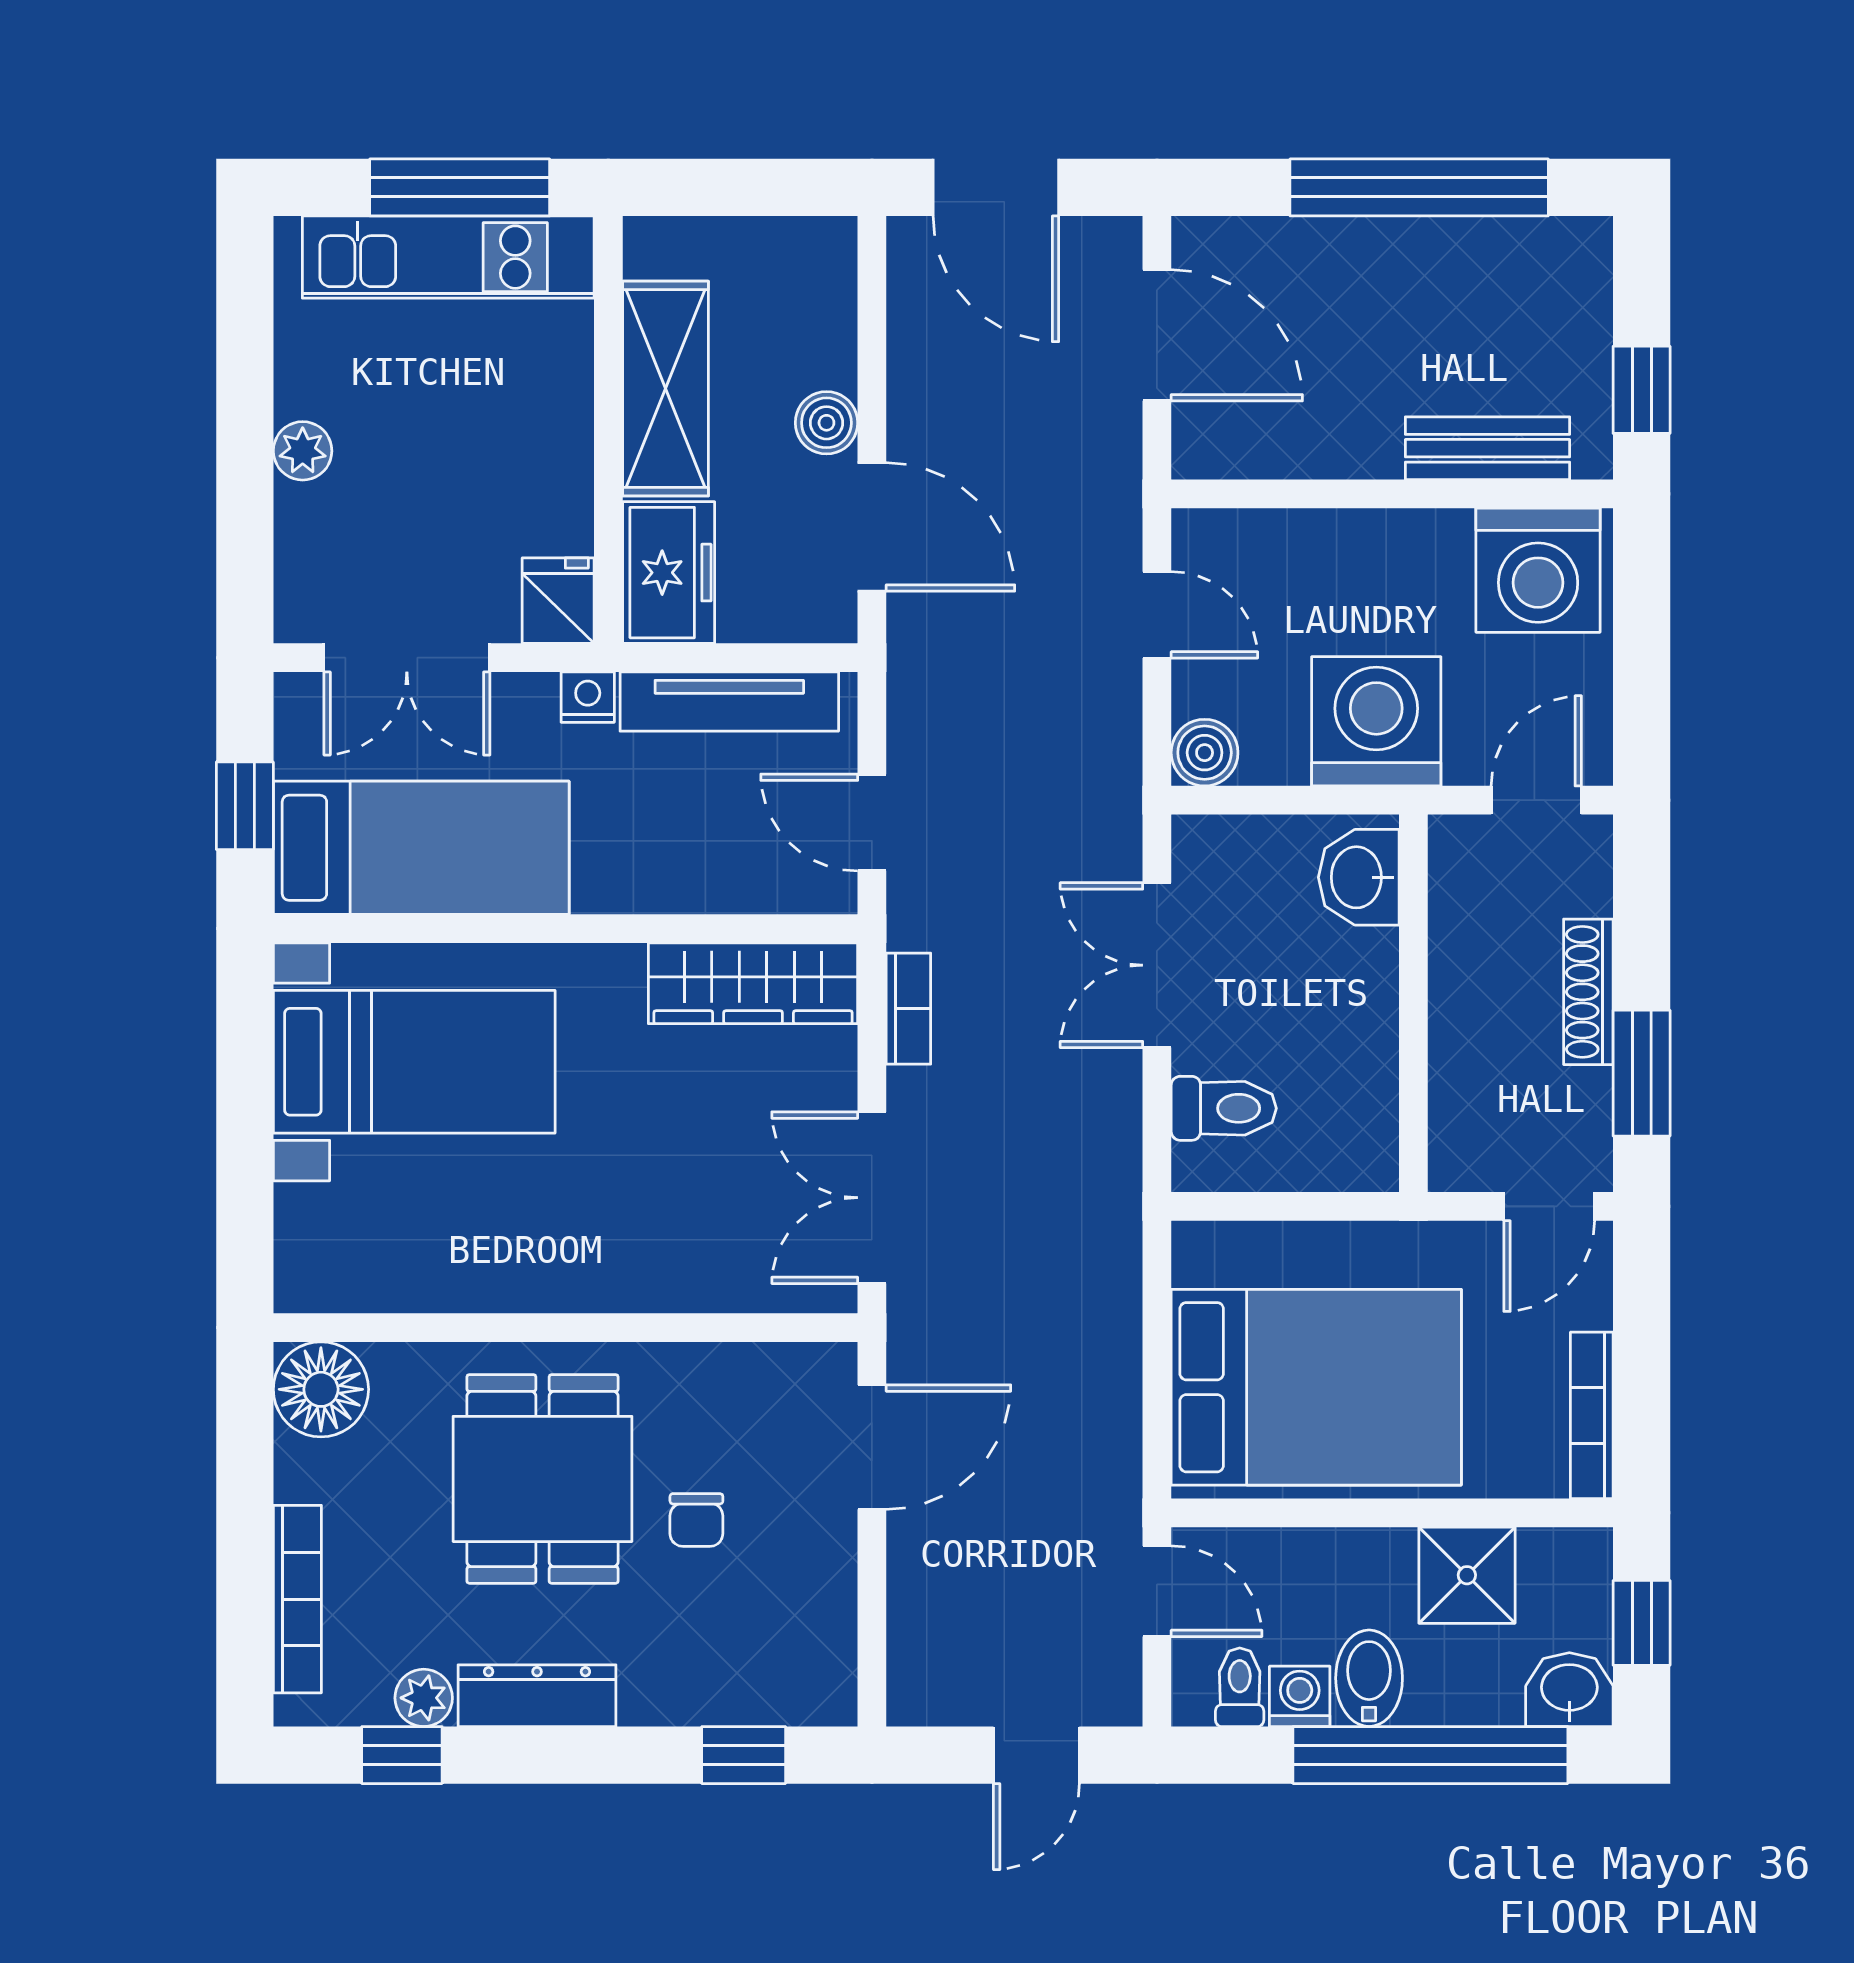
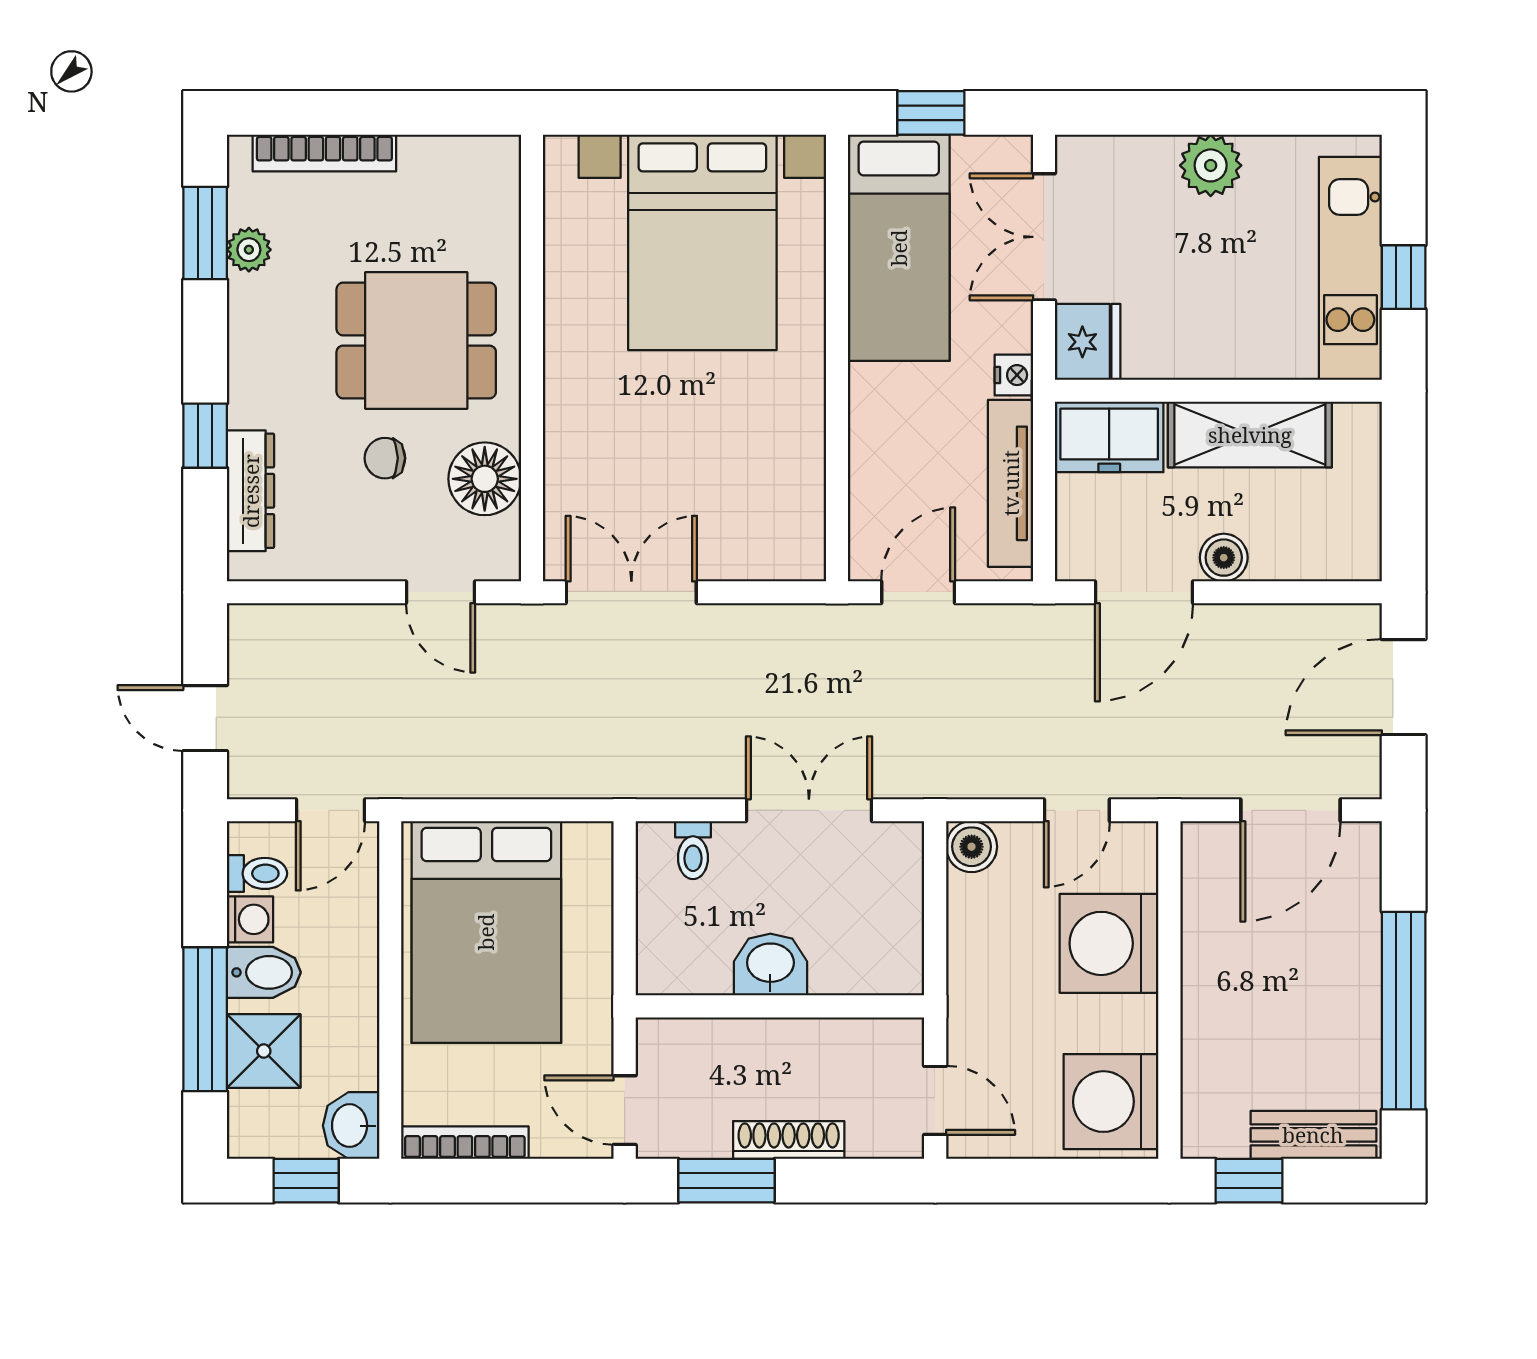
window: (460, 187) -> (1404, 277), width x0.46
bench: (1487, 448) -> (1313, 1135), moved, turned 90
plant: (303, 451) -> (1211, 165), width x1.38, depth x1.38
fridge: (558, 601) -> (1088, 342), width x1.38
washing machine: (1376, 721) -> (1109, 943), moved, turned 180
washbasin: (1359, 877) -> (770, 965), moved
wardrobe: (753, 983) -> (795, 501), removed
bookcase: (908, 1009) -> (776, 620), removed
bed with nightstands: (414, 1062) -> (702, 242), width x1.36
toilet: (1224, 1108) -> (693, 850), width x0.73, depth x0.72
floor lamp: (321, 1389) -> (485, 479), moved
door: (872, 1447) -> (441, 592), width x0.73
shower: (1467, 1575) -> (264, 1051), moved
washbasin: (1569, 1690) -> (351, 1126), moved, turned 180
dresser: (537, 1696) -> (251, 491), moved
window: (402, 1755) -> (205, 233), width x1.50
window: (744, 1755) -> (205, 436), moved
window: (1430, 1755) -> (205, 1019), width x0.68

